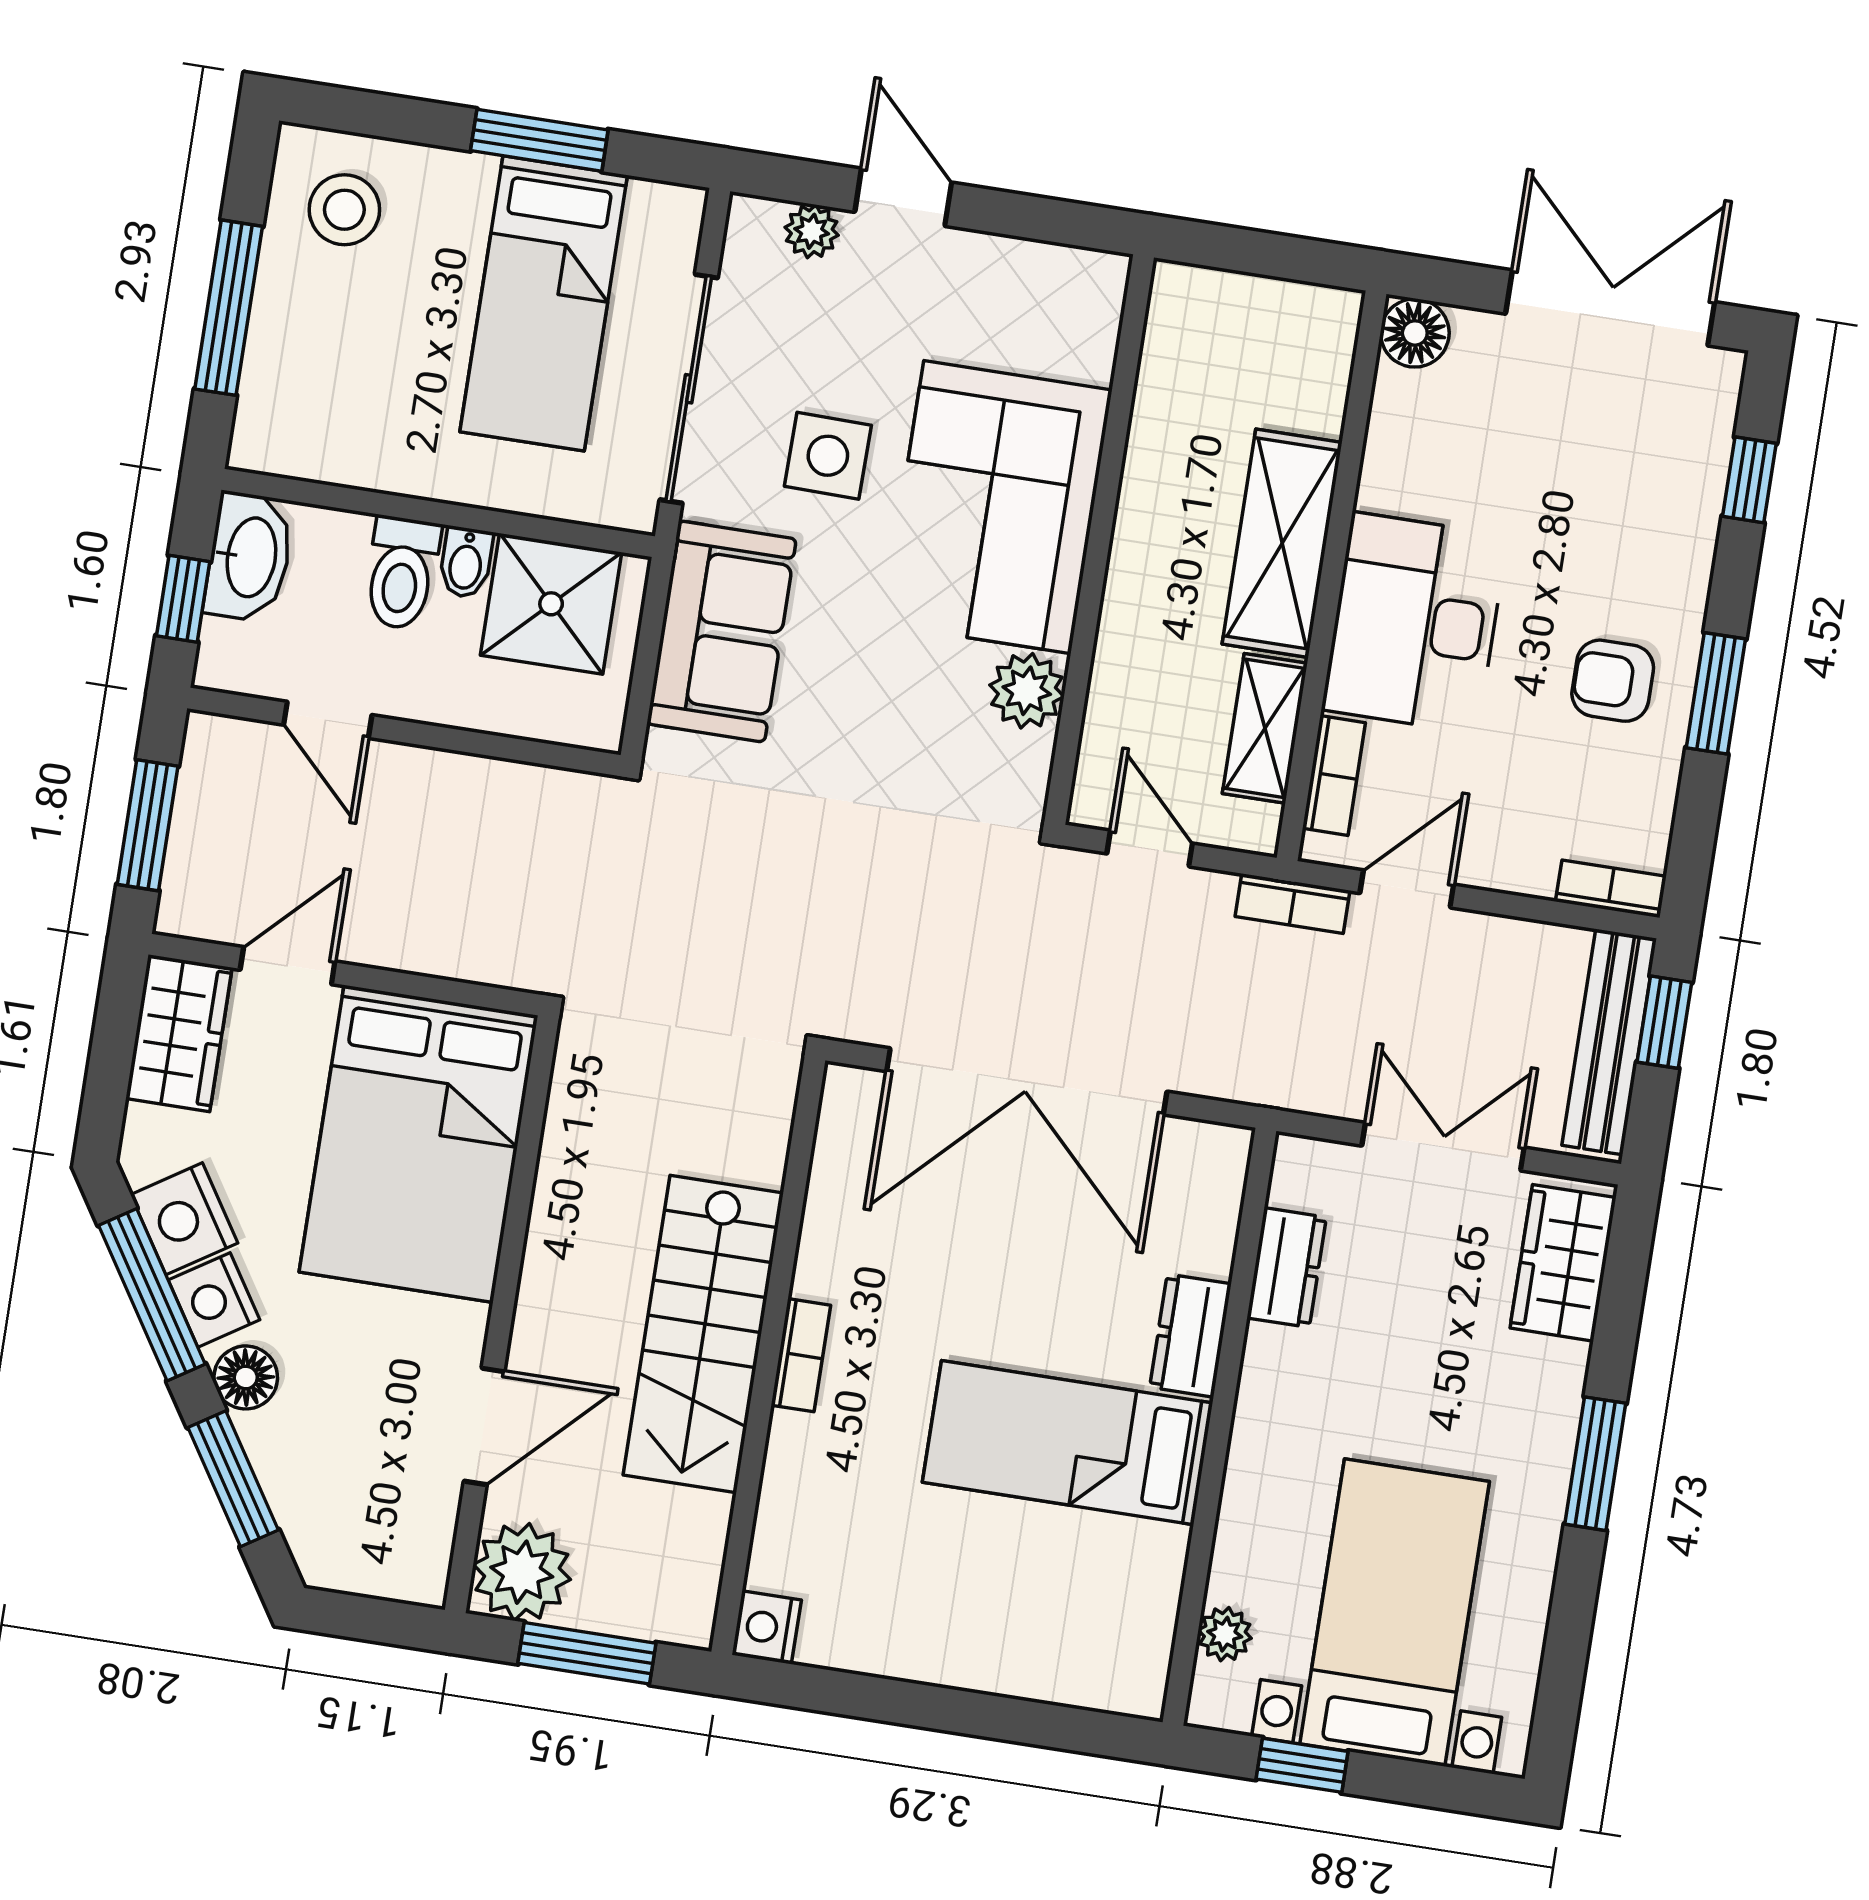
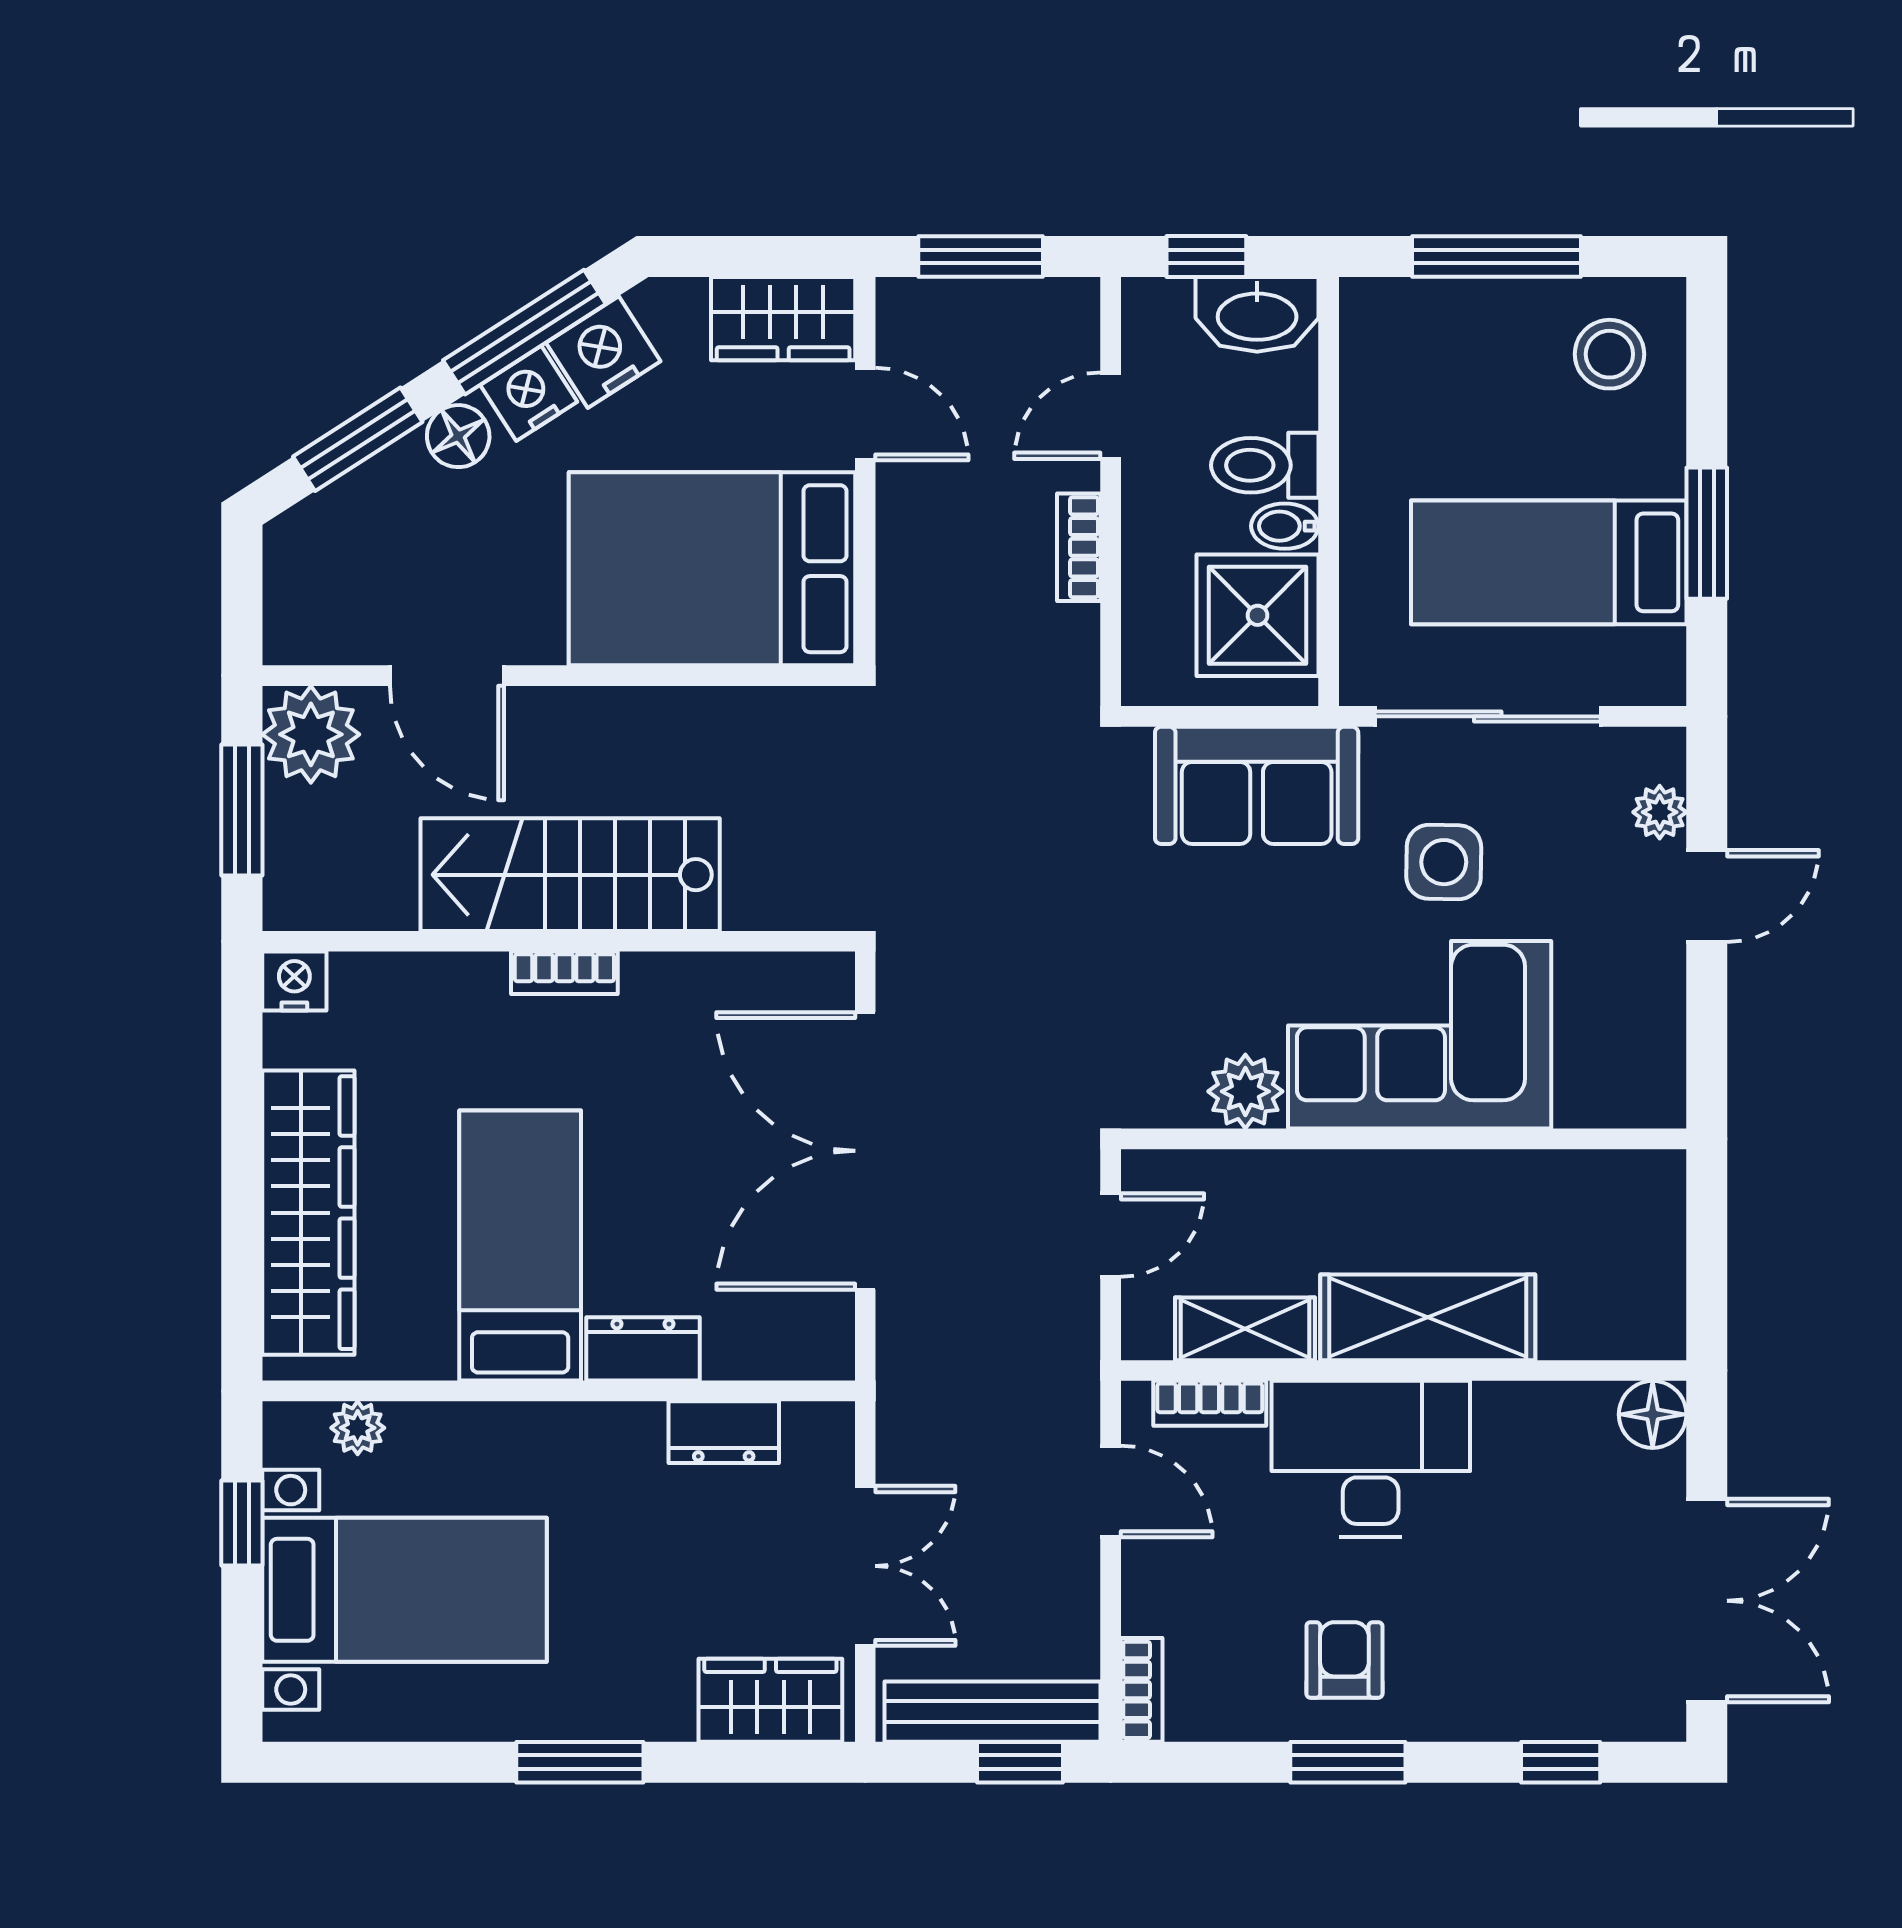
bookcase: (1292, 904) -> (1079, 547), moved
wardrobe: (1001, 1650) -> (308, 1213), added

